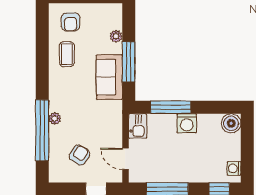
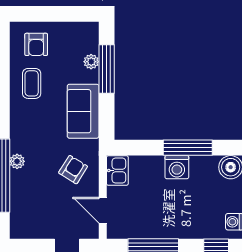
window: (129, 62) -> (107, 69), moved
window: (171, 107) -> (188, 148), moved
armchair: (79, 155) -> (73, 170), moved

